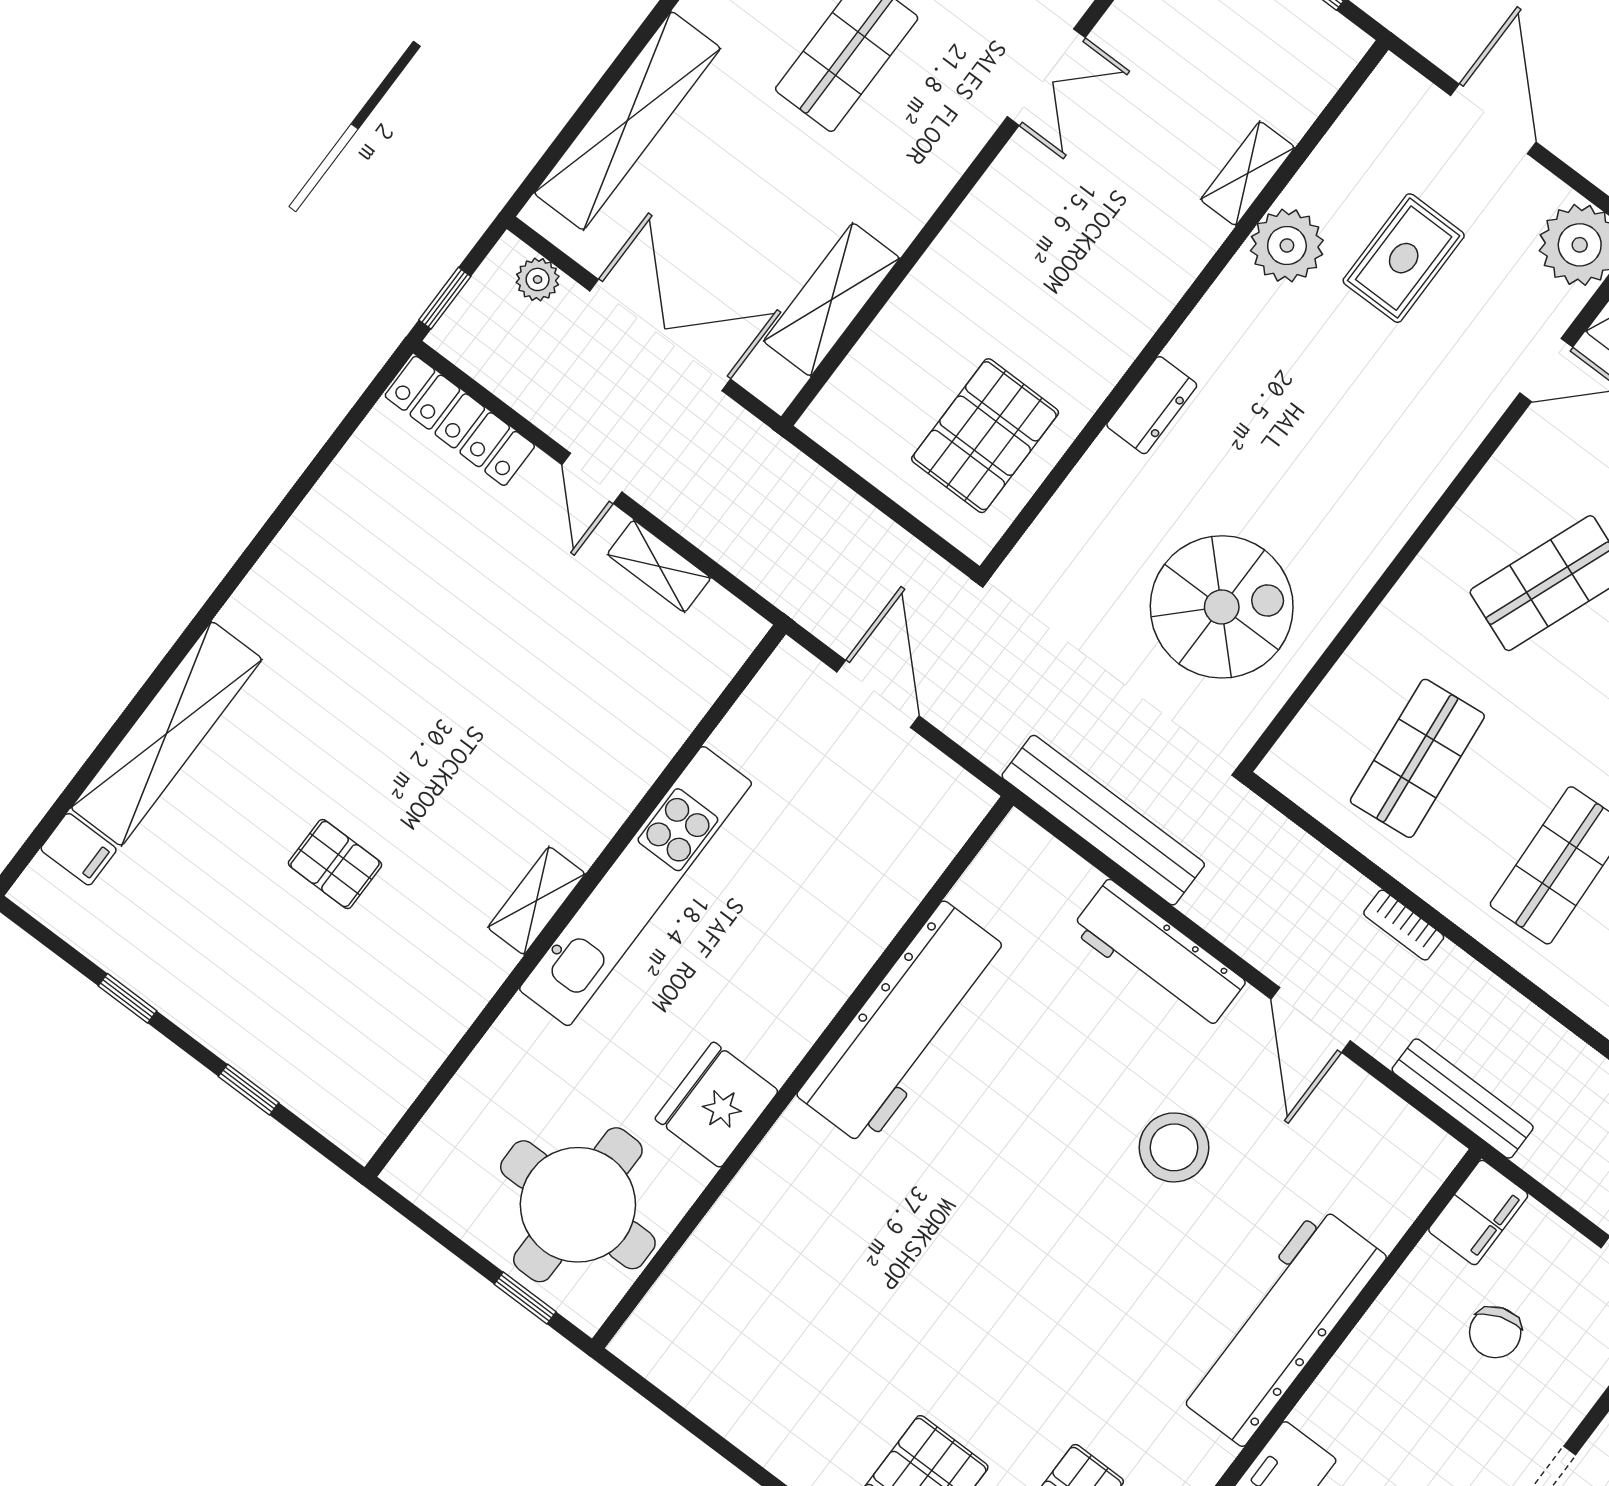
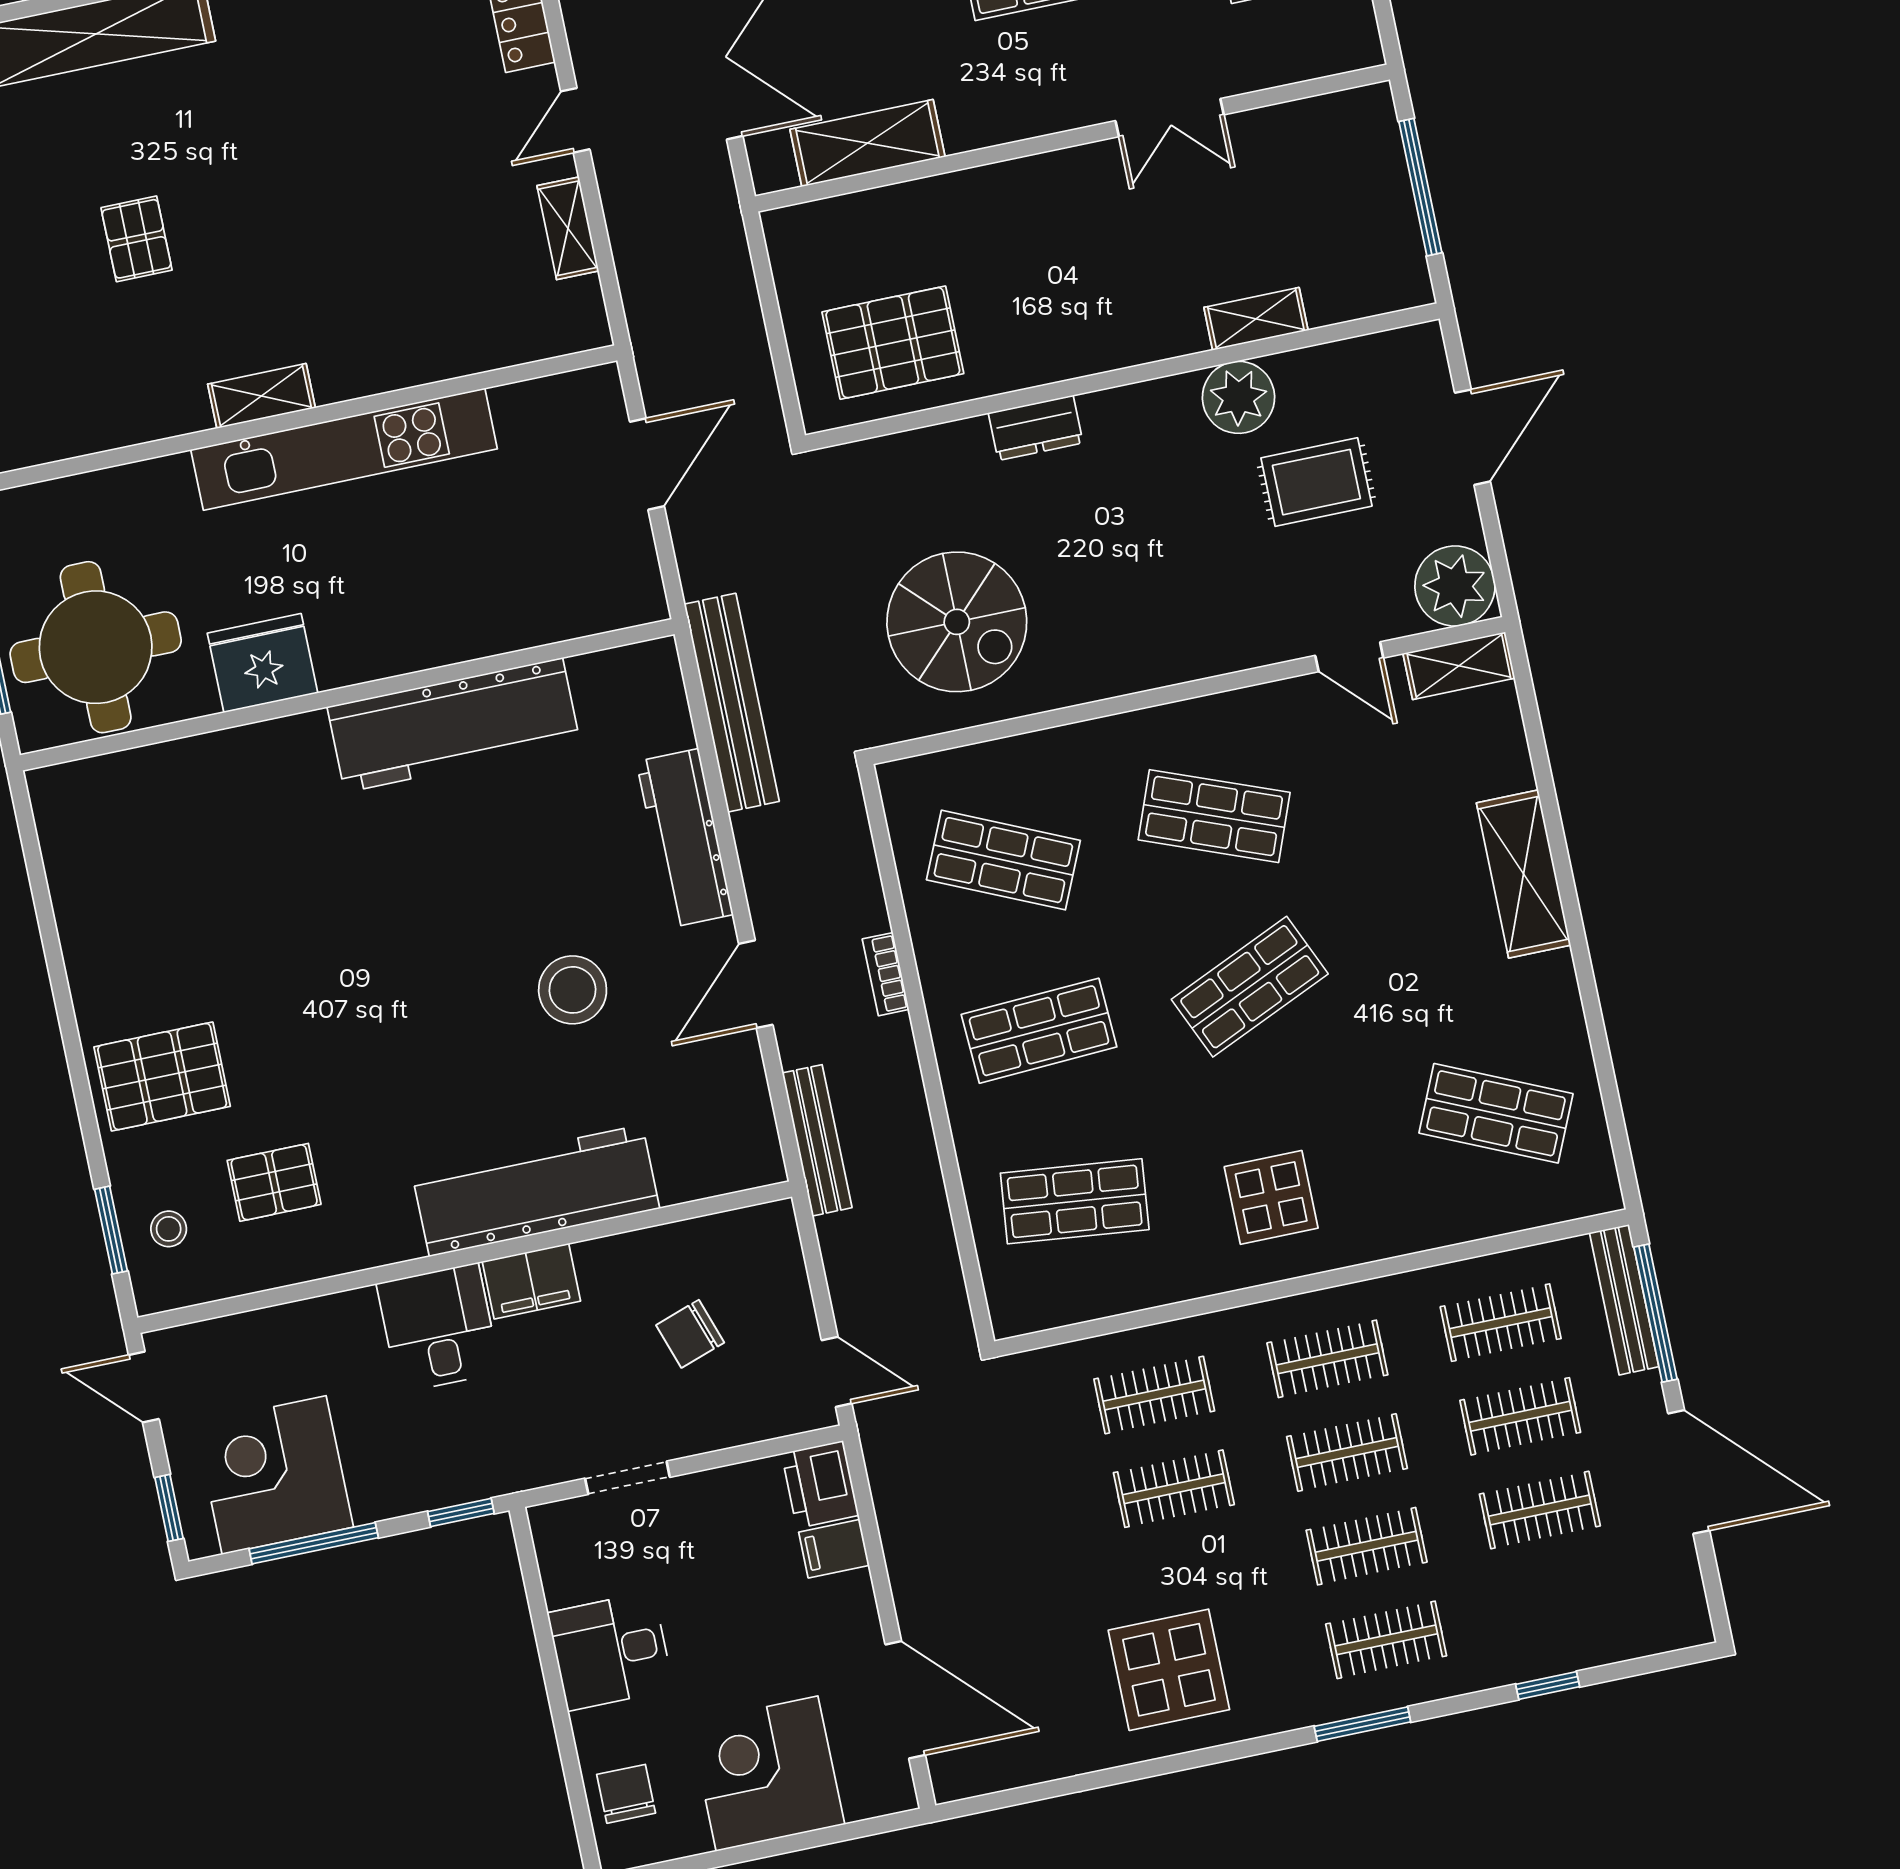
shop shelf: (1417, 758) -> (1003, 860), turned 30
filing cabinet: (1478, 1212) -> (531, 1281), moved

